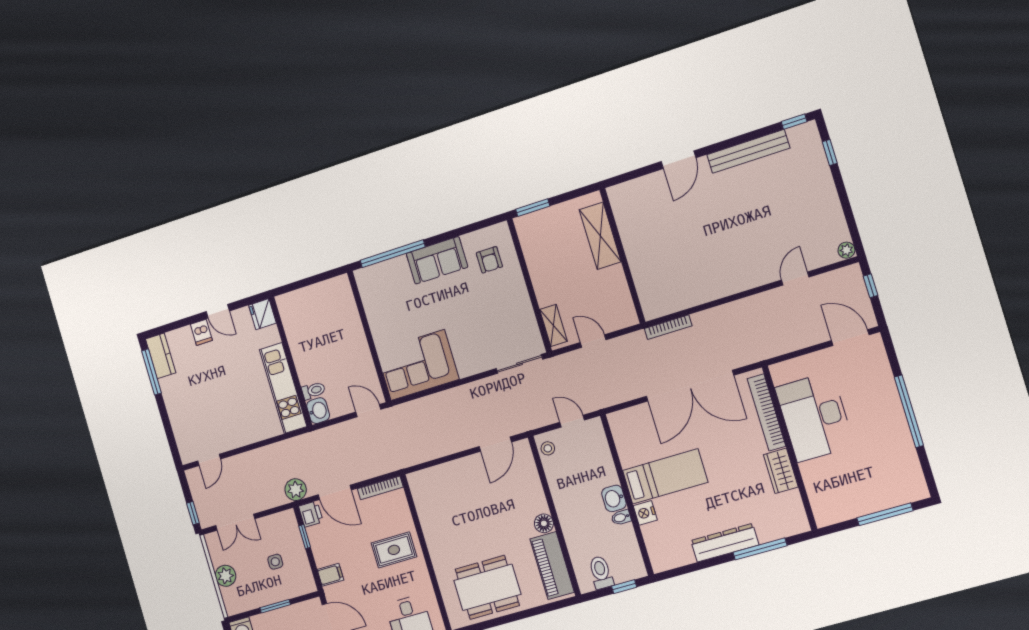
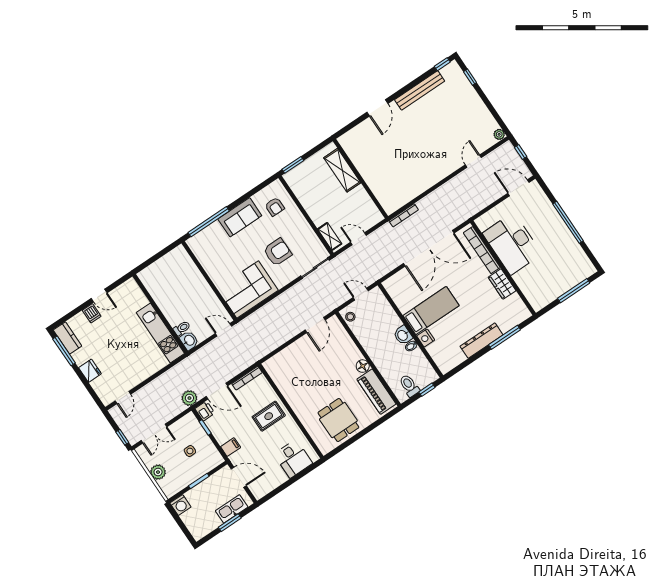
fridge: (262, 314) -> (90, 371), moved, turned 180
armchair: (474, 325) -> (278, 252), added
dining table: (487, 587) -> (338, 420), width x0.73

